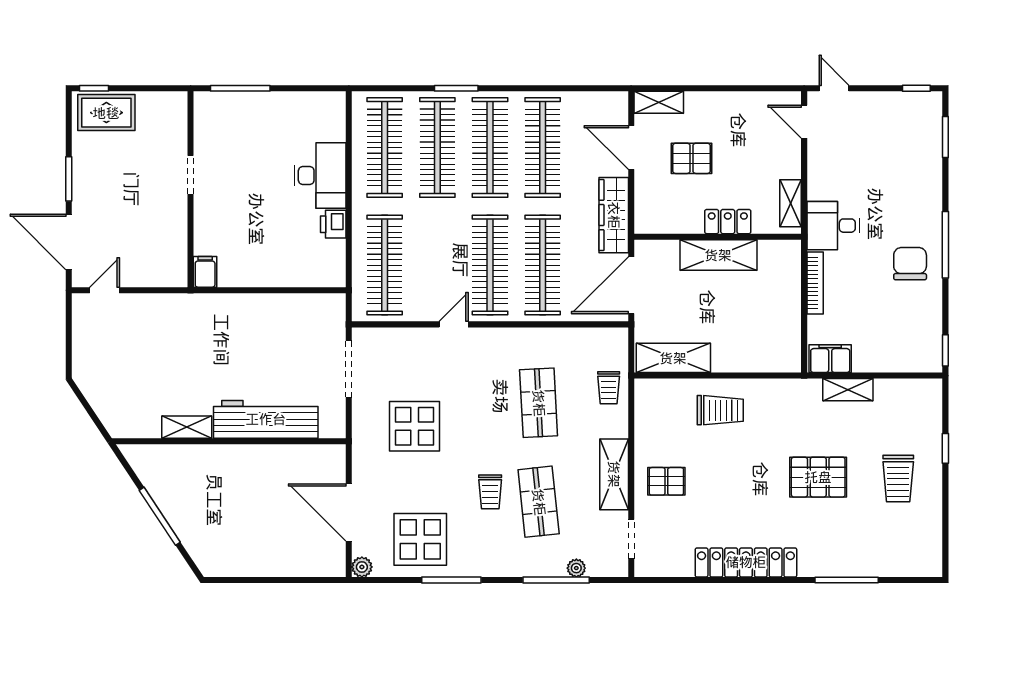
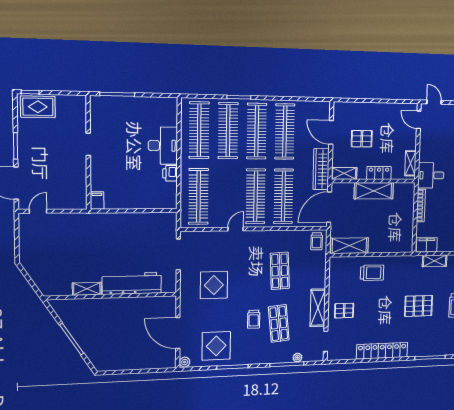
shelving: (659, 102) -> (344, 173), moved
trolley: (609, 388) -> (317, 241), moved

